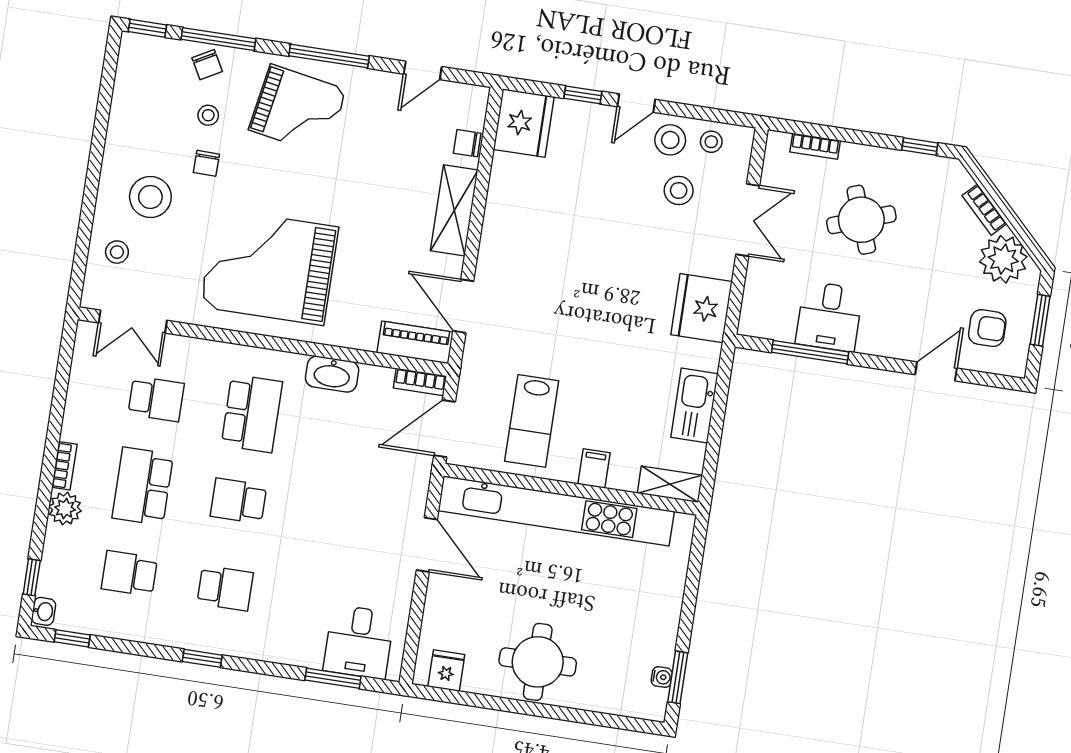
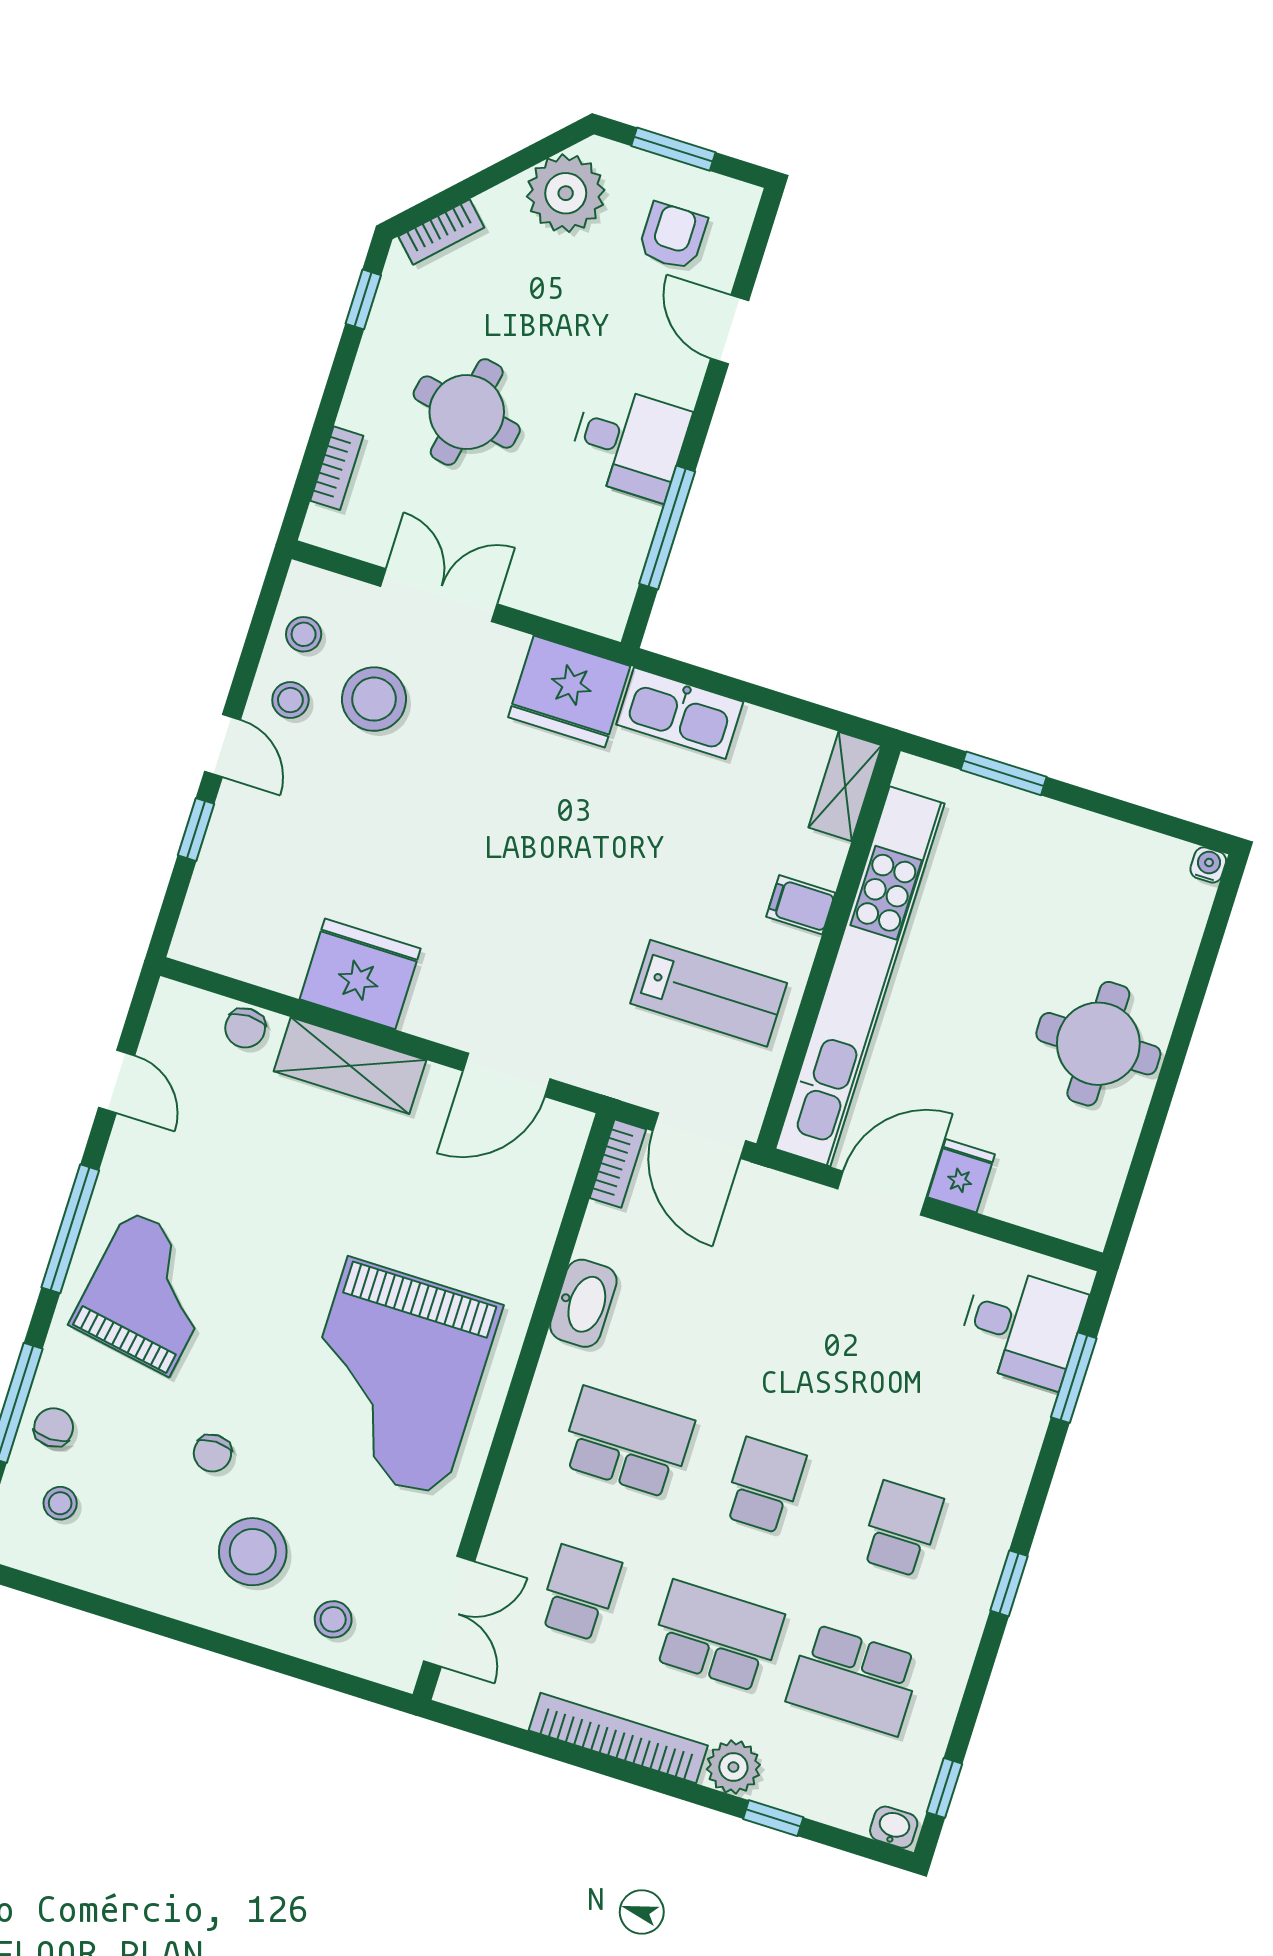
chair: (207, 65) -> (54, 1427), turned -61
stool: (208, 115) -> (60, 1503), moved
fridge: (524, 123) -> (360, 974), moved
stool: (670, 140) -> (290, 700), width x0.73, depth x0.73
chair: (206, 163) -> (212, 1453), turned 89
stool: (679, 190) -> (374, 699), width x1.38, depth x1.38
bookcase: (984, 210) -> (441, 232), moved
round table: (861, 220) -> (467, 412), turned 31
desk: (829, 316) -> (629, 442), moved
piano: (415, 342) -> (553, 1162), removed
kitchen sink: (694, 405) -> (680, 713), moved
bookcase: (64, 466) -> (618, 1738), width x2.31, depth x1.31
school desk: (143, 486) -> (717, 1636), turned 180
school desk: (238, 501) -> (764, 1486), turned 180
school desk: (129, 573) -> (854, 1679), width x1.85
window: (32, 577) -> (773, 1818), moved
fridge: (446, 671) -> (961, 1176), moved, turned 90
water cooler: (662, 677) -> (1208, 865), moved
window: (678, 677) -> (1004, 773), moved

